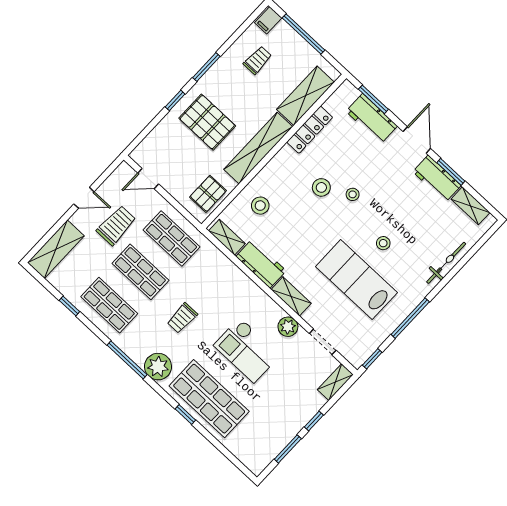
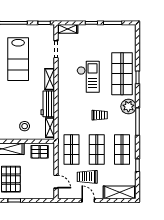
plant: (288, 327) -> (63, 69), removed

